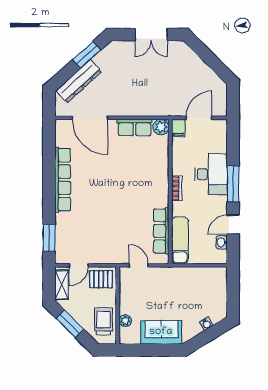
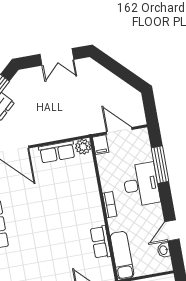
door: (199, 118) -> (119, 131), hinge flipped
window: (233, 184) -> (160, 165), moved
row of seats: (161, 231) -> (101, 242), width x0.68

